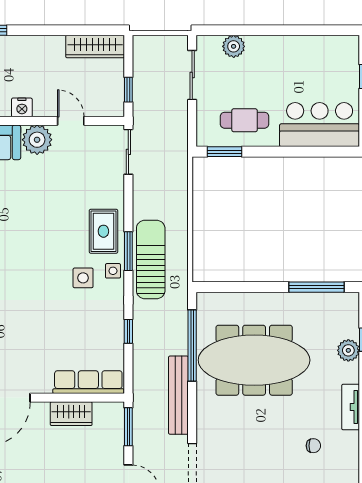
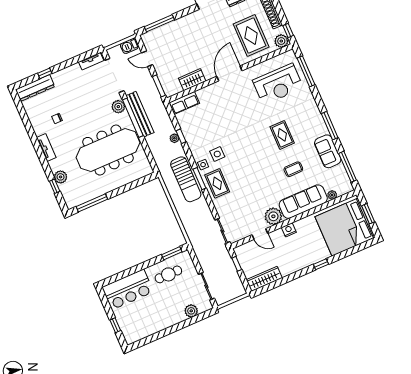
plant: (140, 333) -> (174, 138), added
window: (192, 345) -> (133, 118), moved
row of seats: (88, 382) -> (184, 103), width x0.68
plant: (207, 422) -> (118, 107), added

